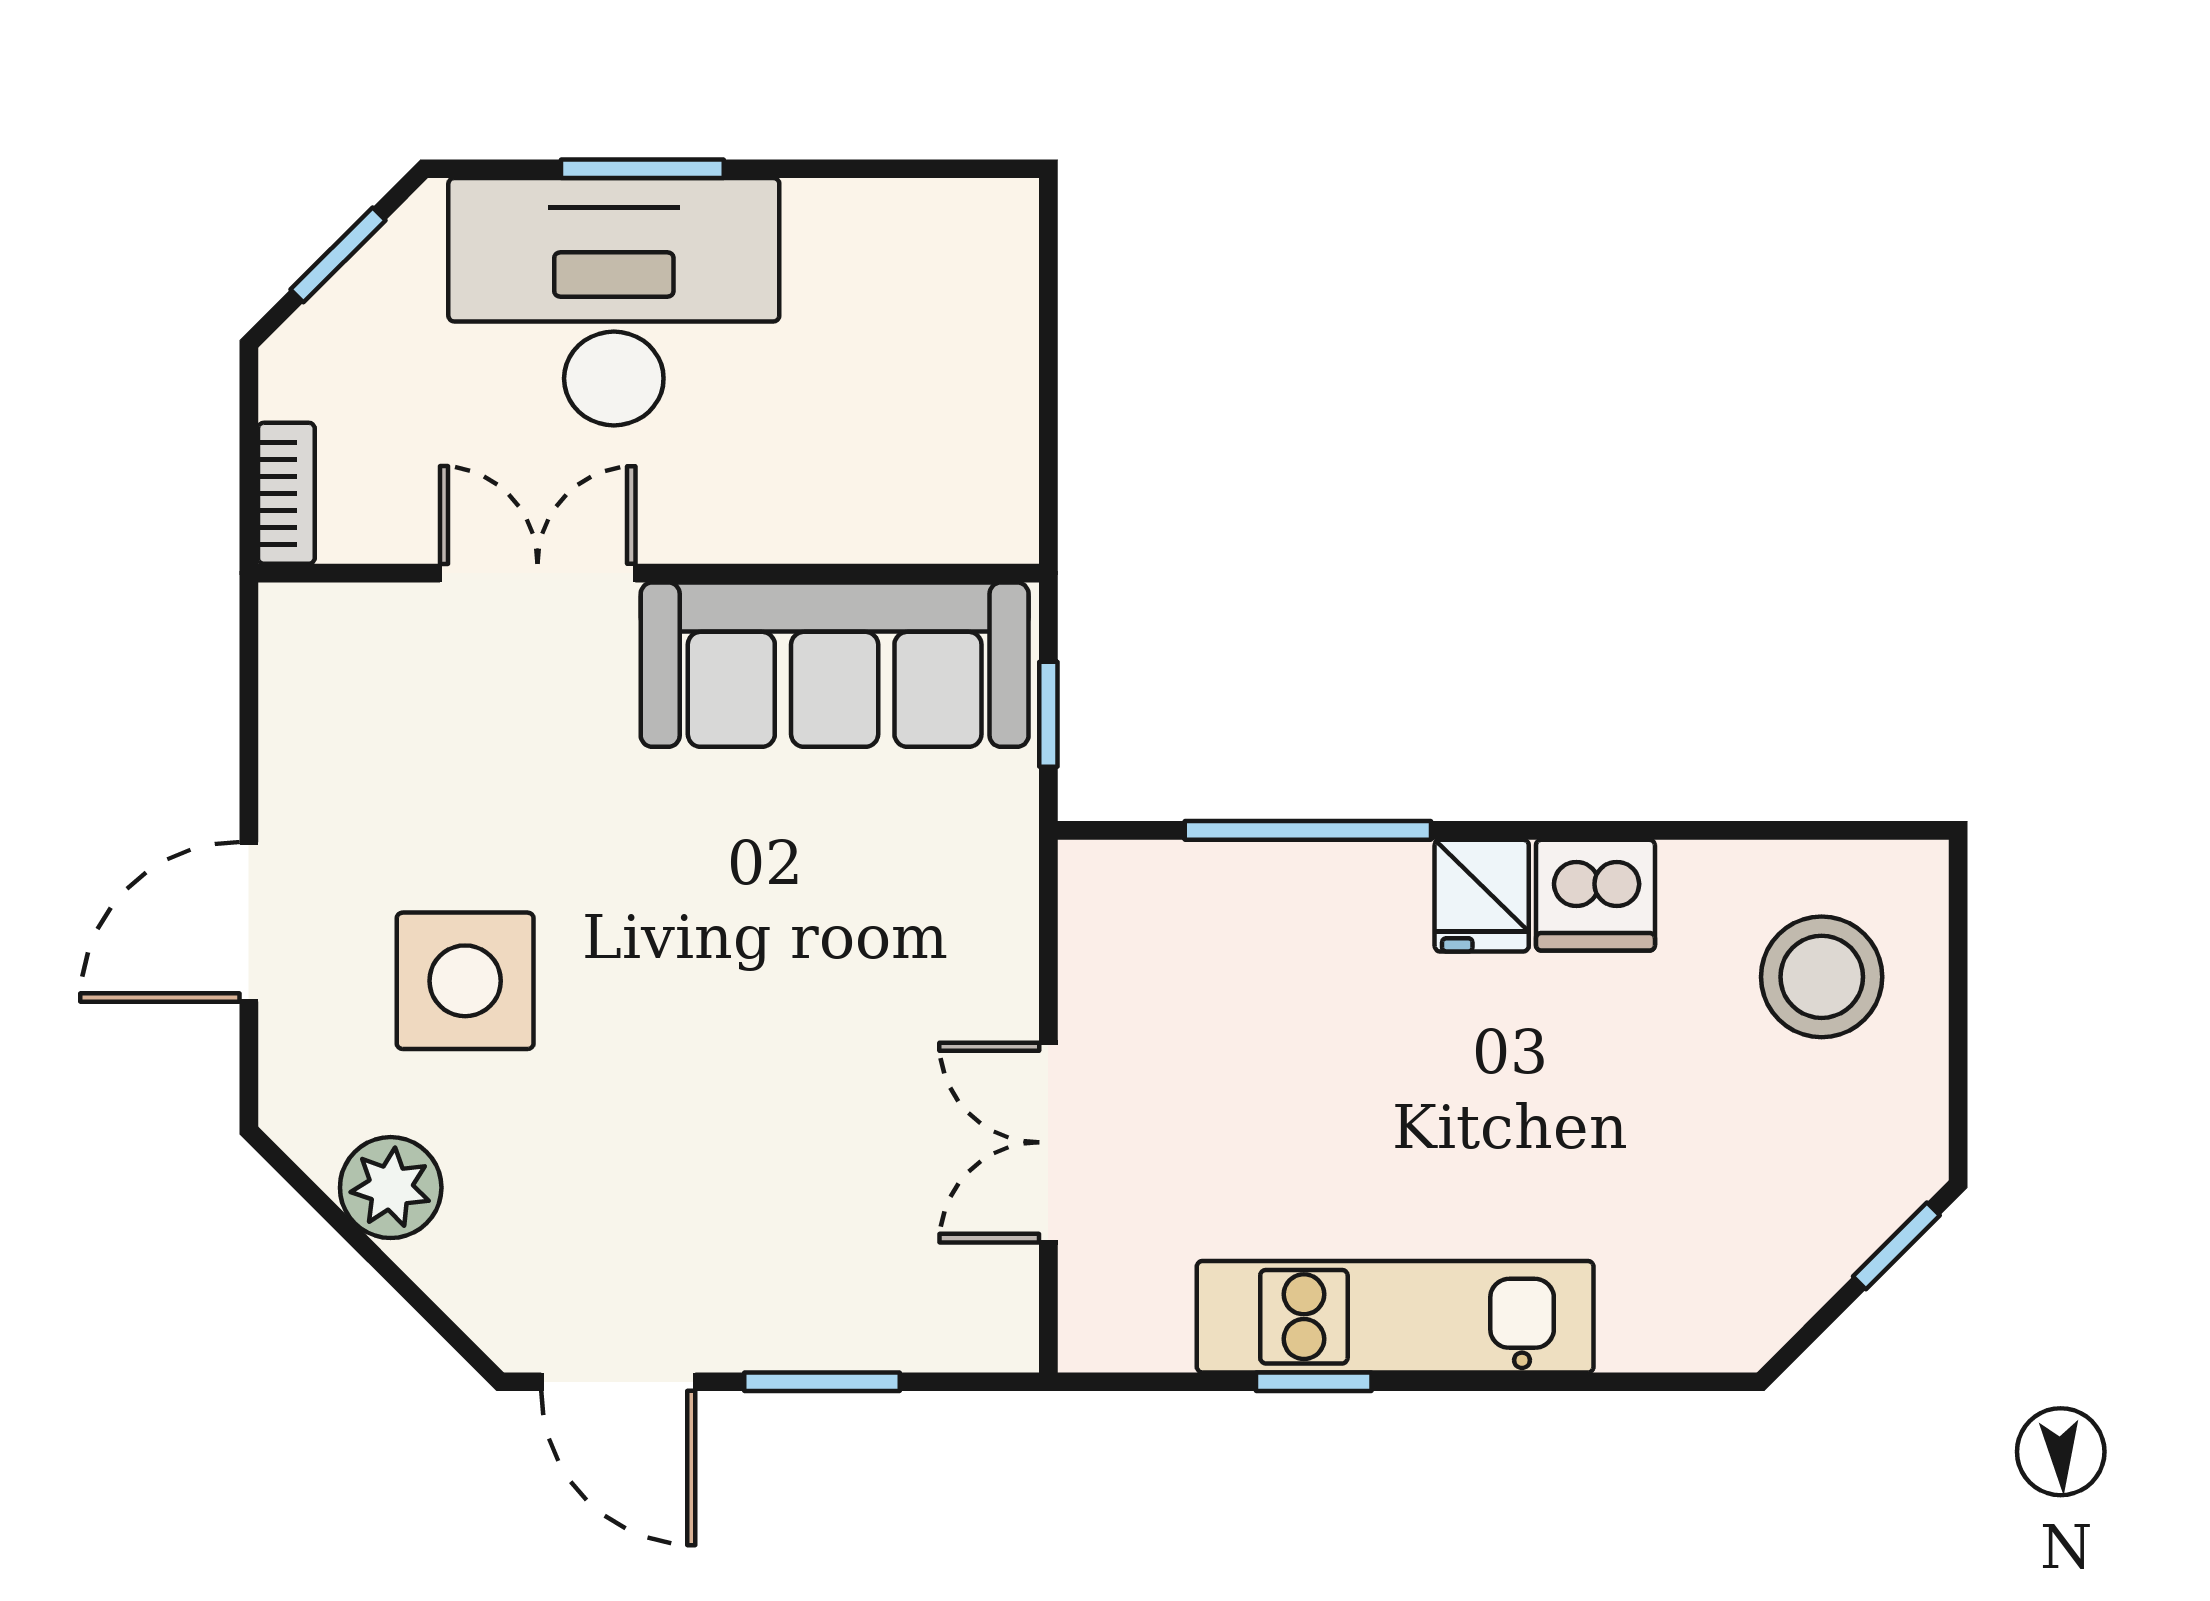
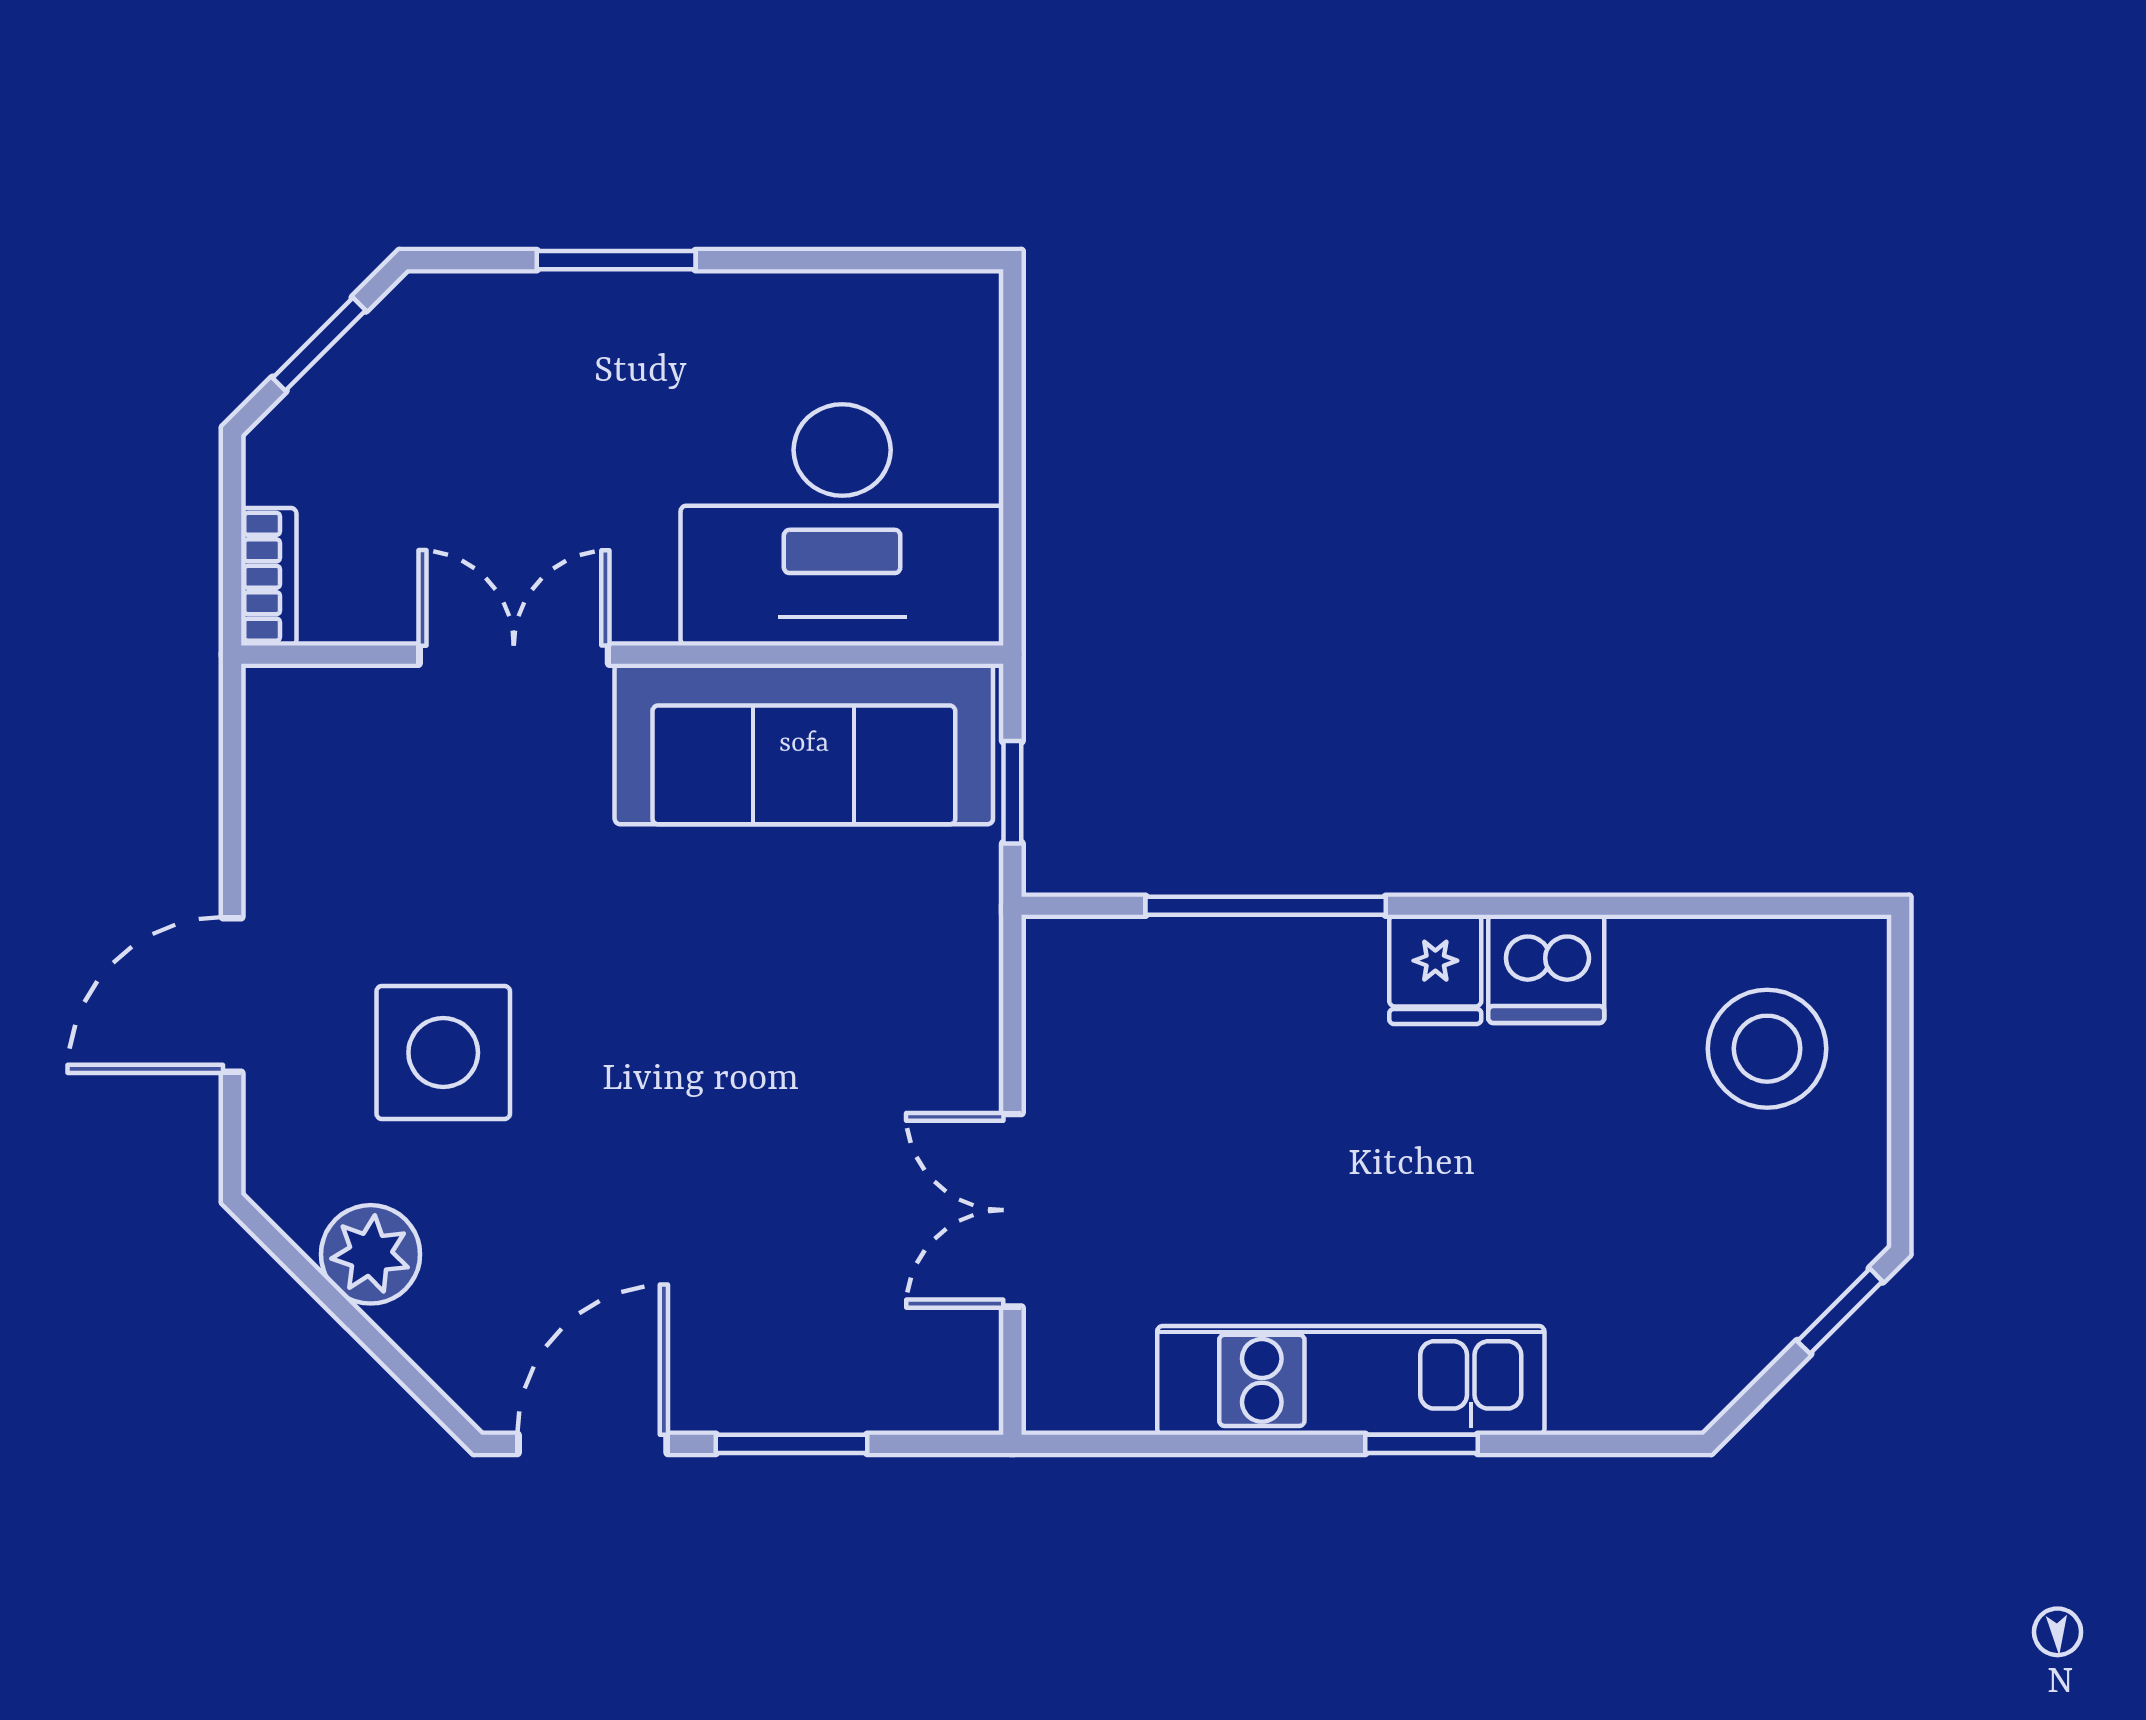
desk: (614, 302) -> (842, 525), moved, turned 180
door: (618, 1382) -> (593, 1444), swing flipped
window: (1314, 1382) -> (1421, 1444), moved

